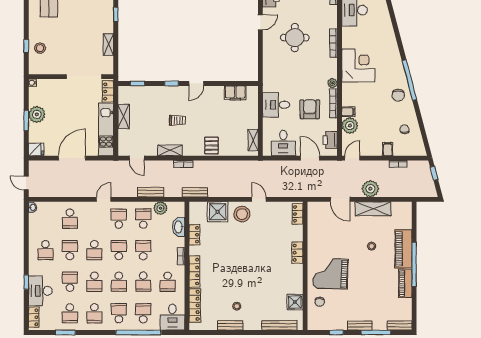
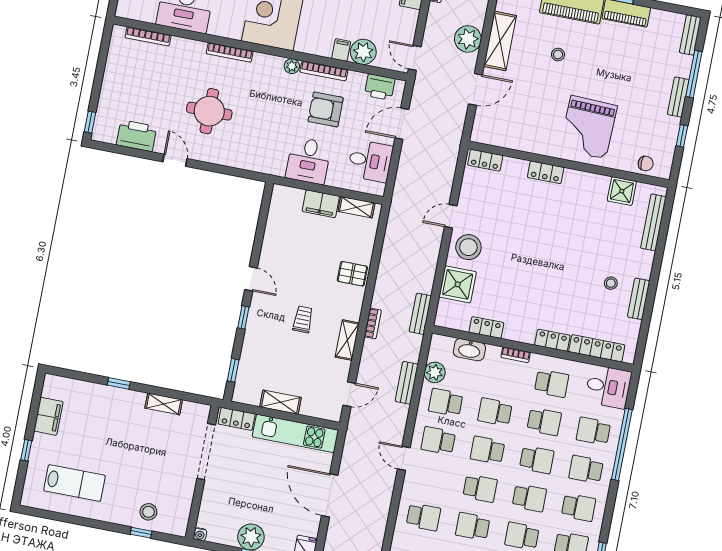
filing cabinet: (235, 93) -> (321, 204), moved, turned 90
locker: (194, 272) -> (552, 340), width x0.66
chair: (320, 302) -> (646, 163), moved

